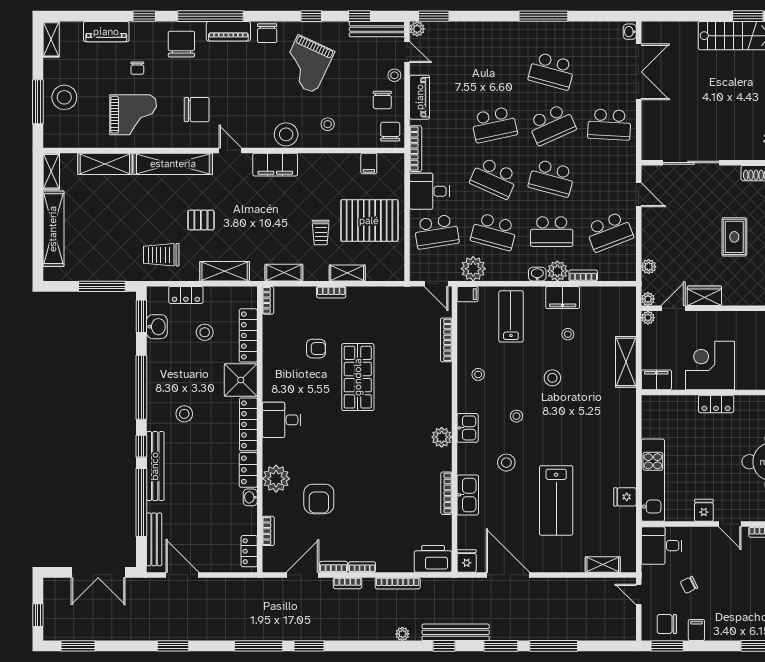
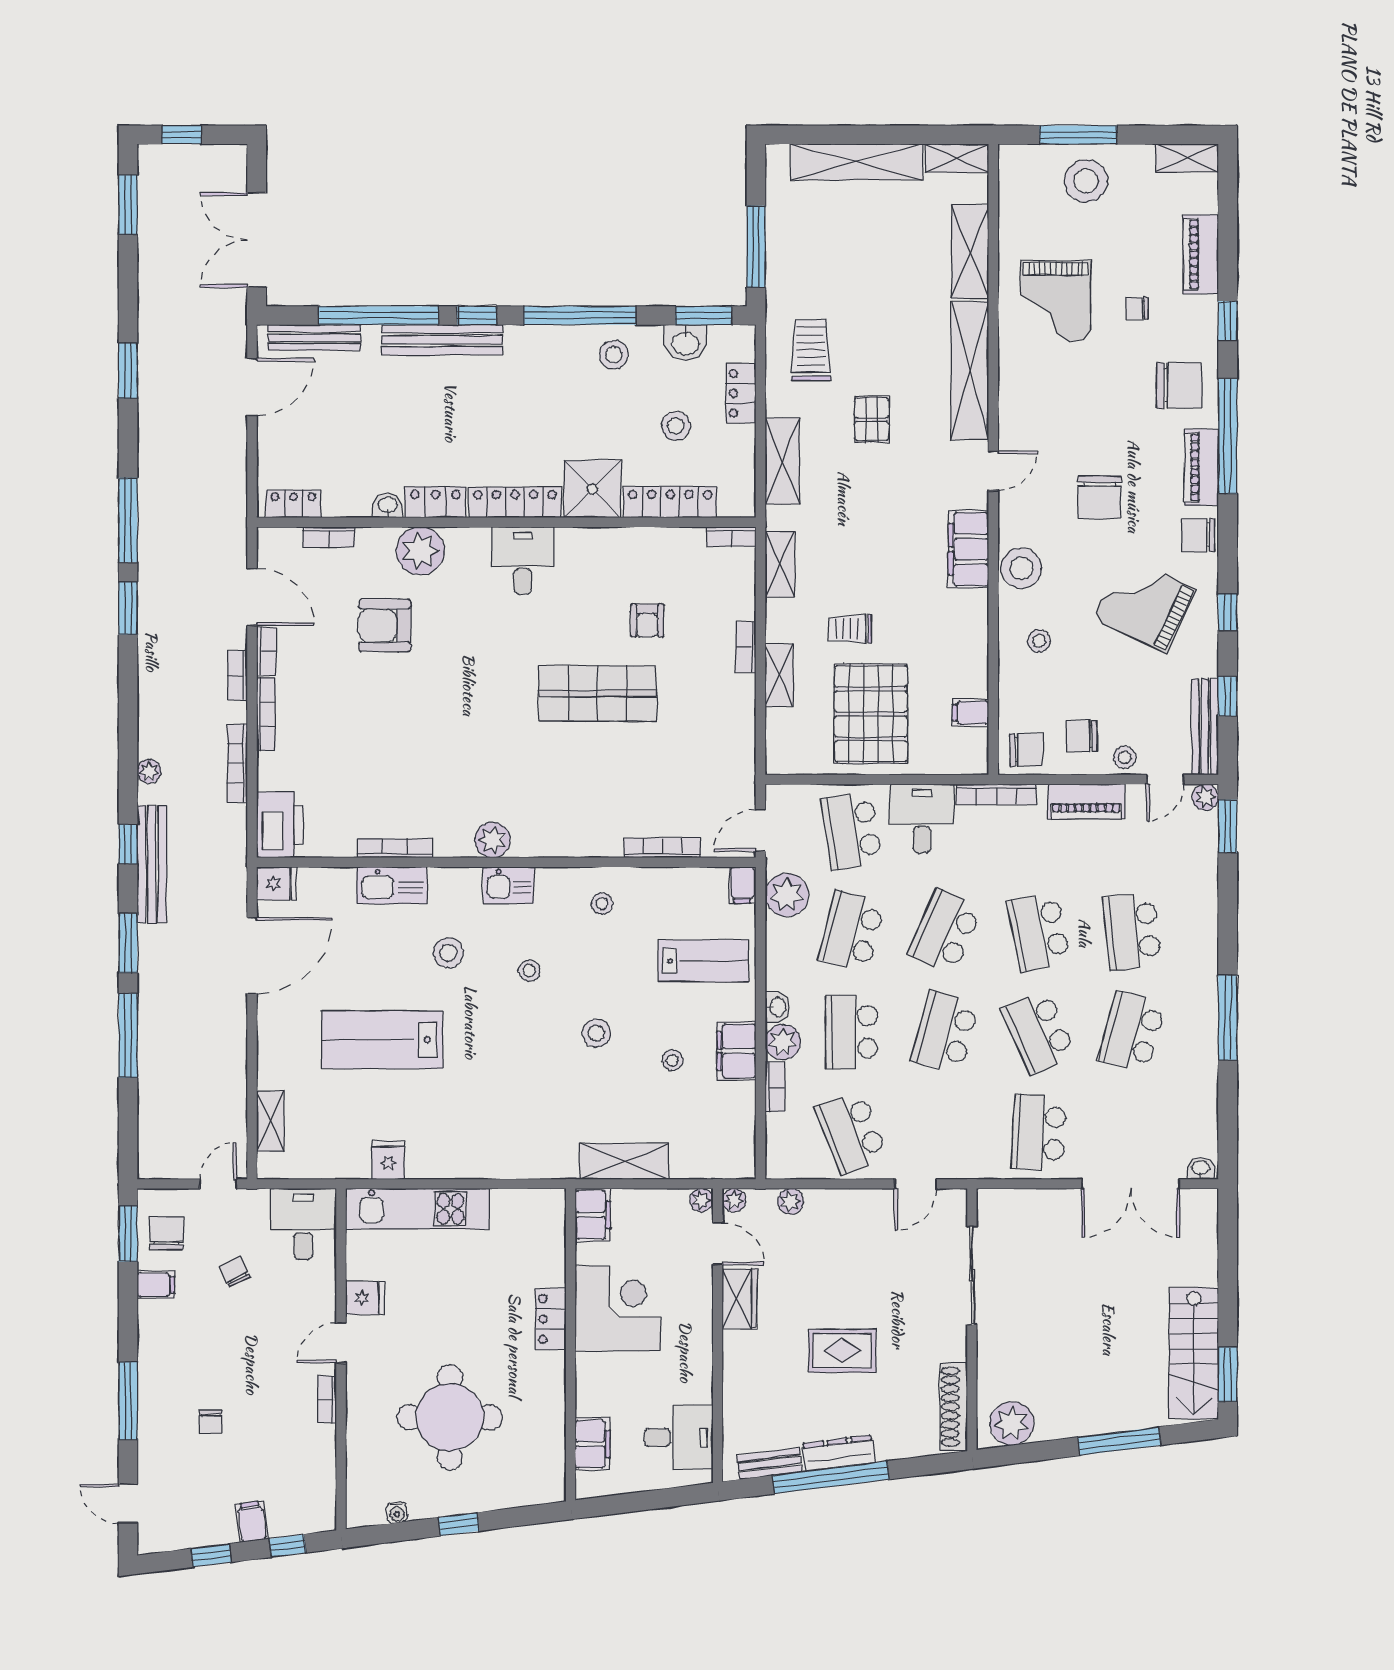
school desk: (494, 71) -> (1132, 931), added
chair: (197, 110) -> (1100, 497), moved
stool: (184, 414) -> (614, 355), moved
bookcase: (362, 567) -> (266, 714), width x1.56

